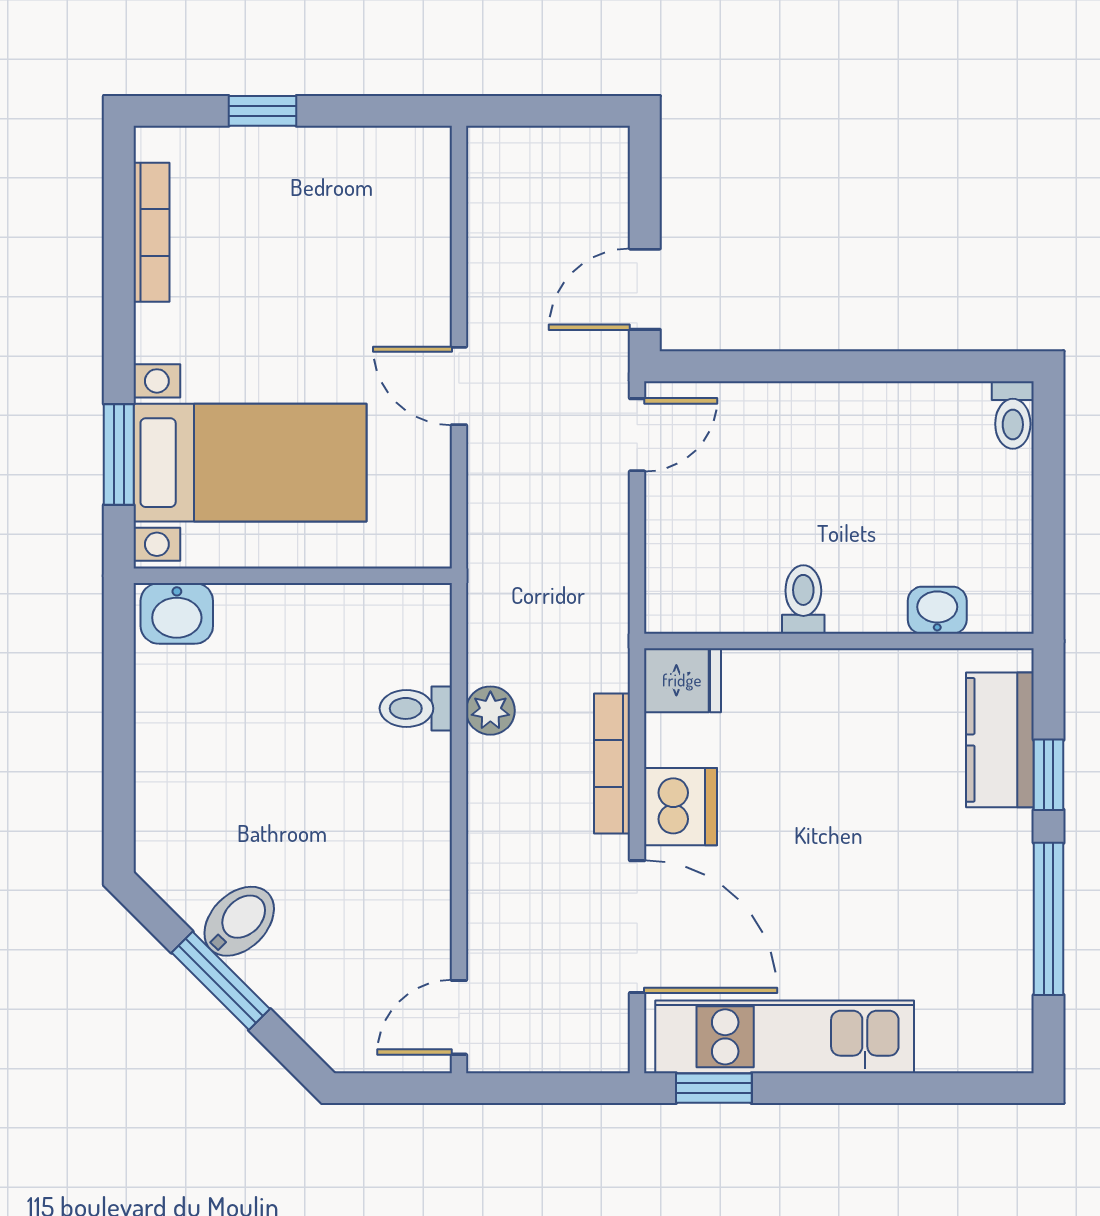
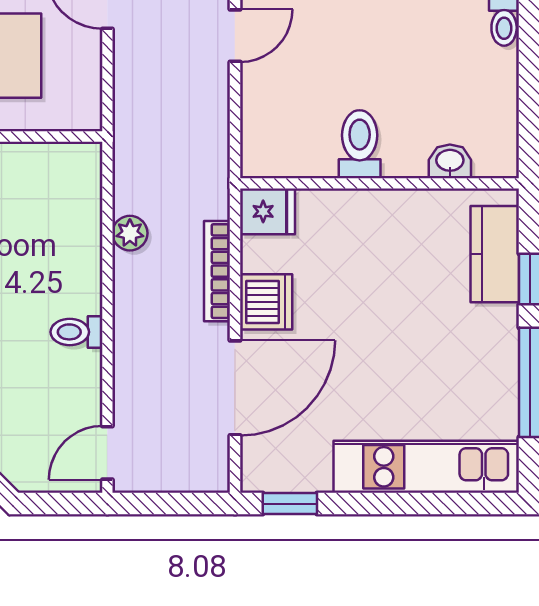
toilet: (803, 600) -> (360, 144), width x1.37, depth x1.39
toilet: (416, 708) -> (76, 332), moved
door: (637, 927) -> (235, 388), hinge flipped
kitchen unit: (785, 1037) -> (426, 467), moved

